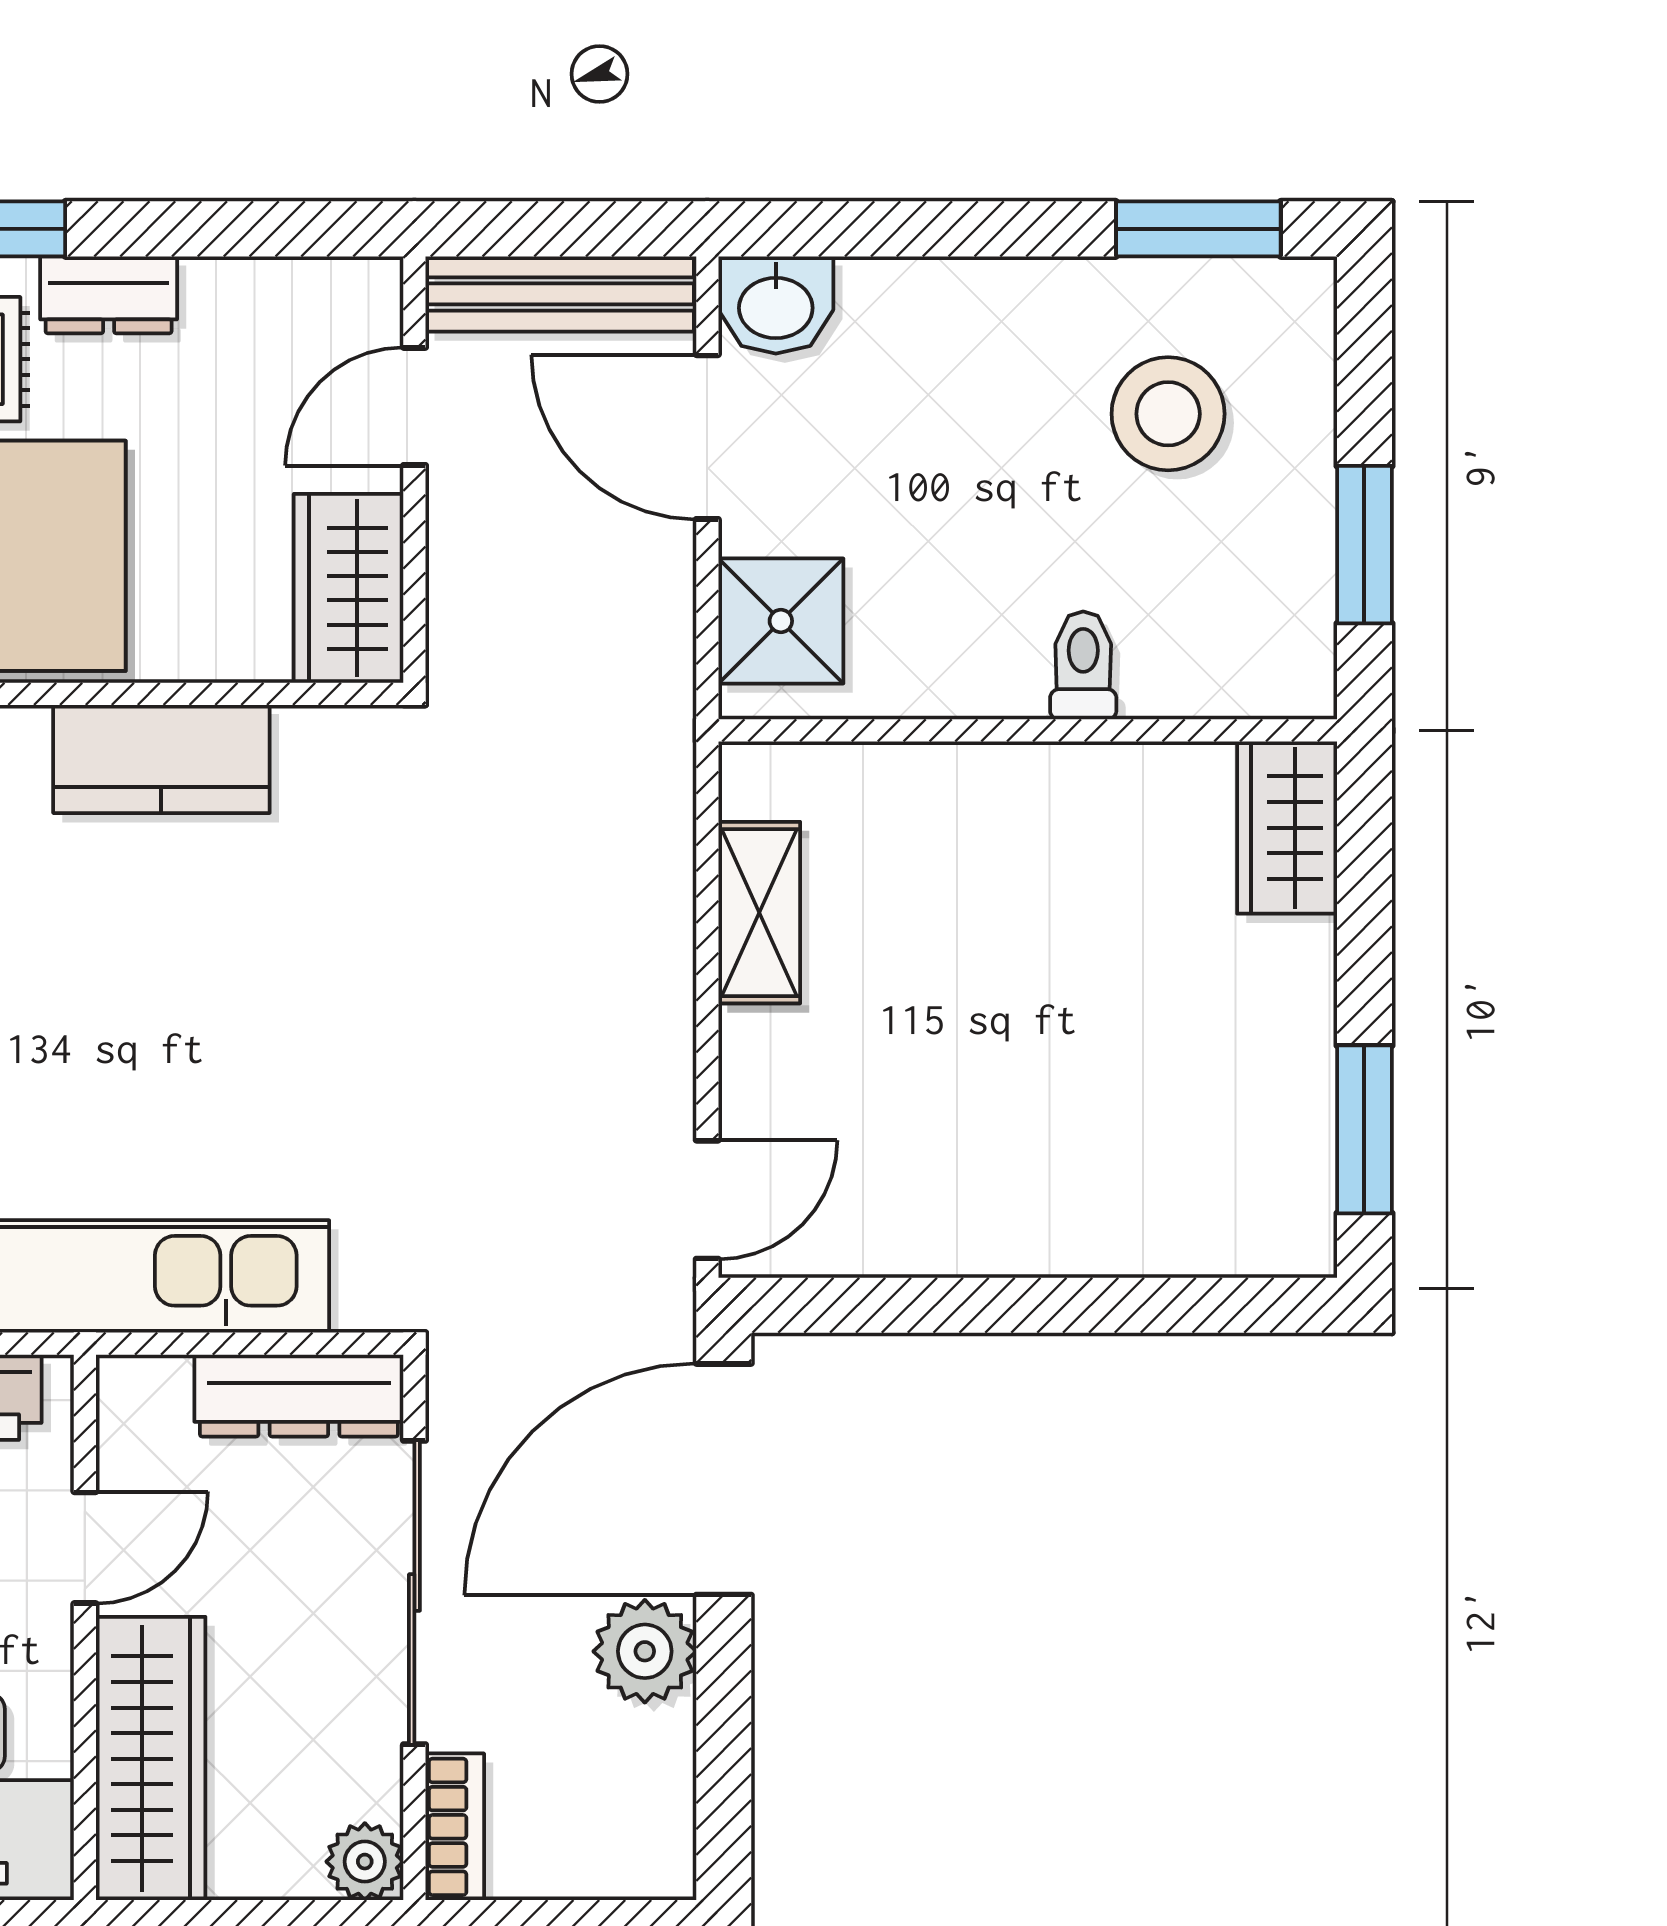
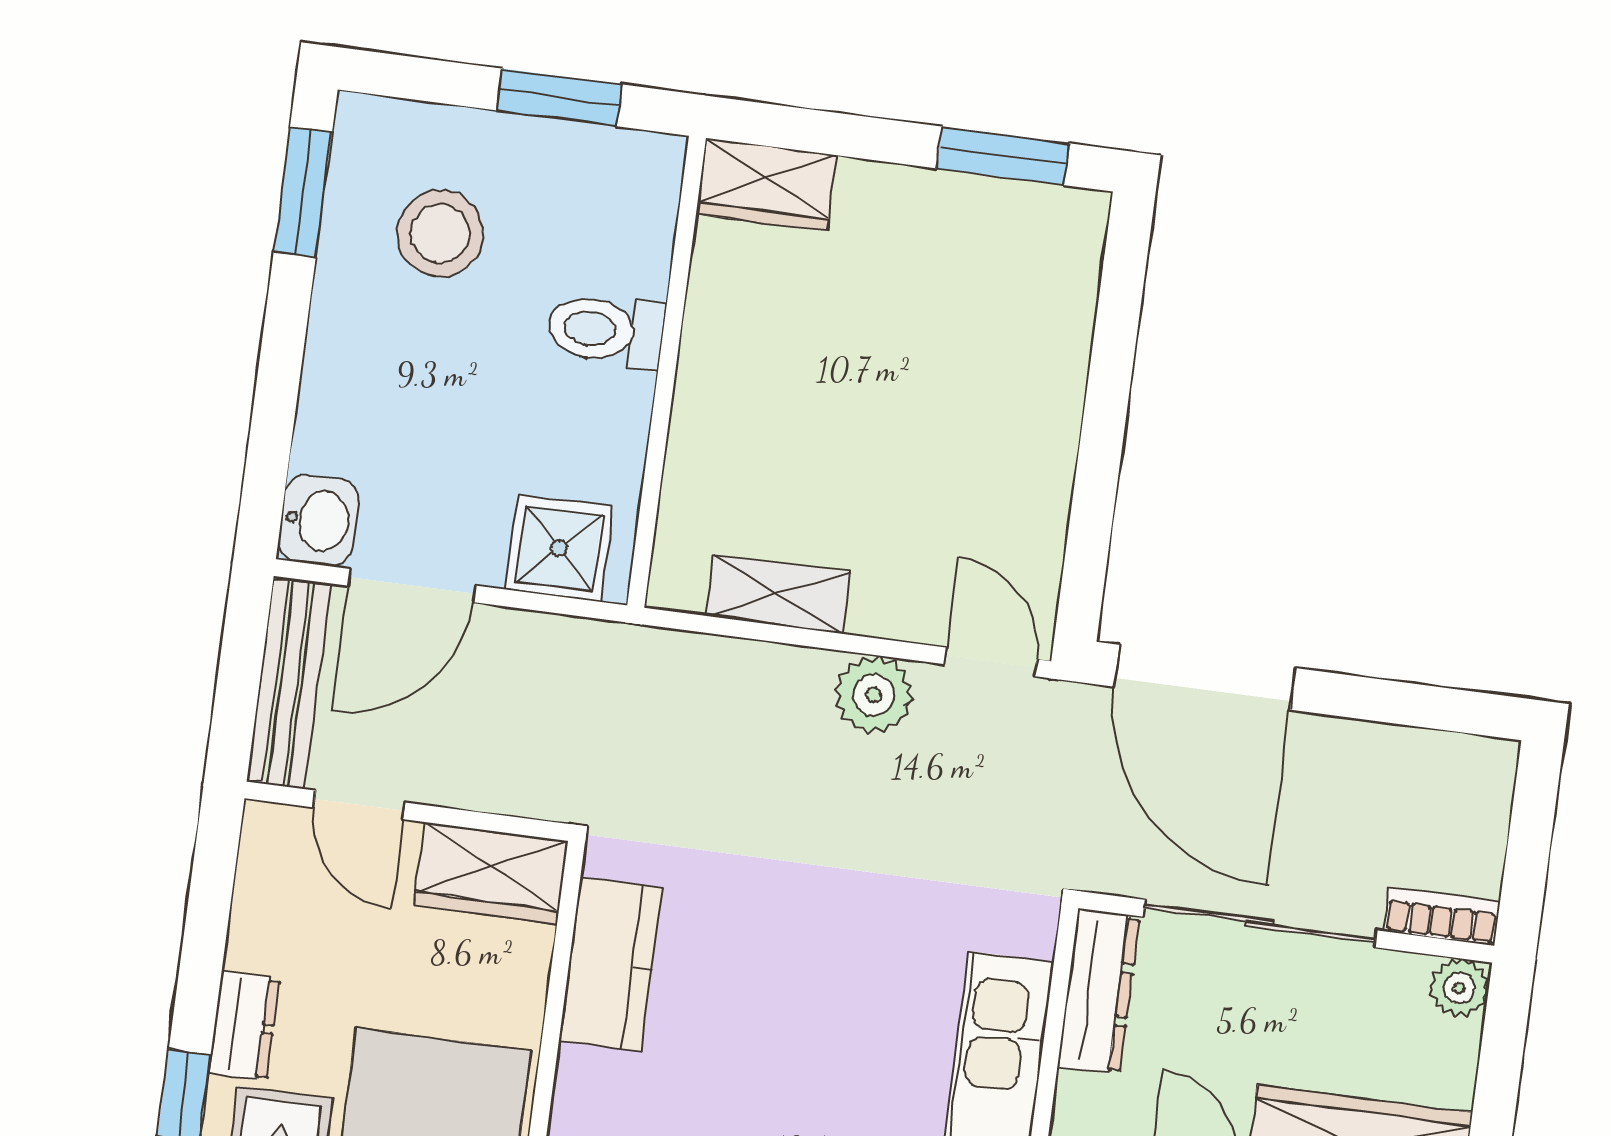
toilet: (1083, 665) -> (606, 330), width x1.37, depth x1.39
kitchen counter: (161, 759) -> (611, 964), moved
plant: (645, 1651) -> (874, 695), moved

